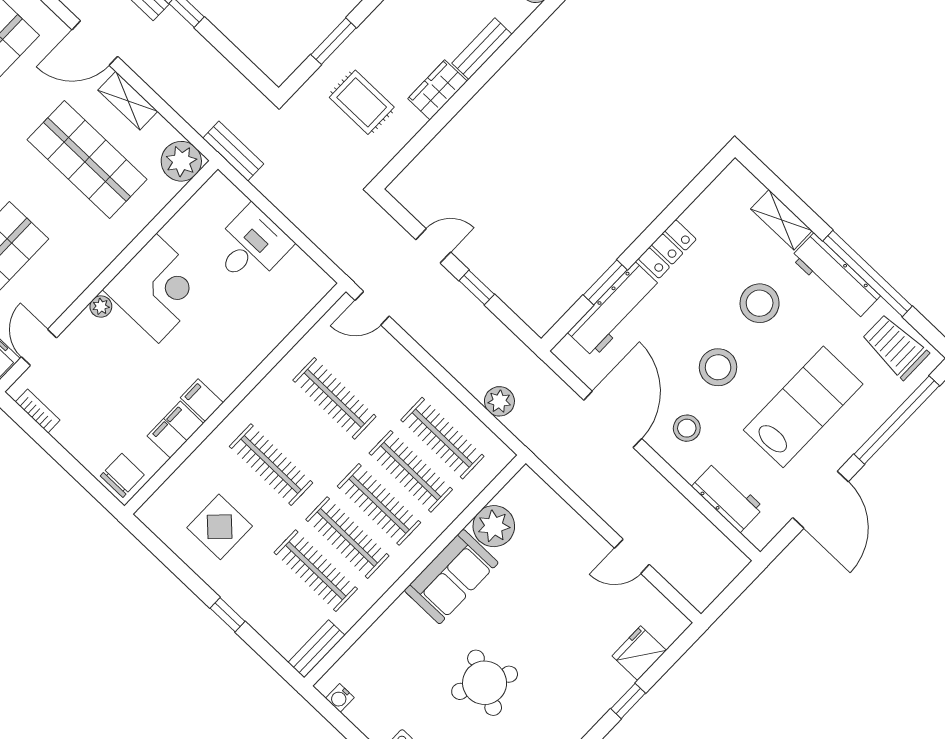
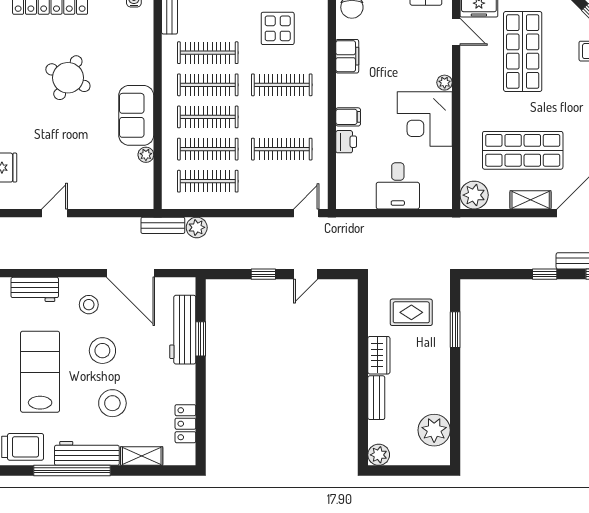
bench: (233, 151) -> (163, 225), moved
locker: (667, 249) -> (185, 424), moved
printer: (261, 342) -> (346, 142), added
filing cabinet: (202, 400) -> (348, 117), moved
lab bench: (803, 407) -> (40, 372), turned 180
plant: (494, 526) -> (146, 155), width x0.53, depth x0.53

